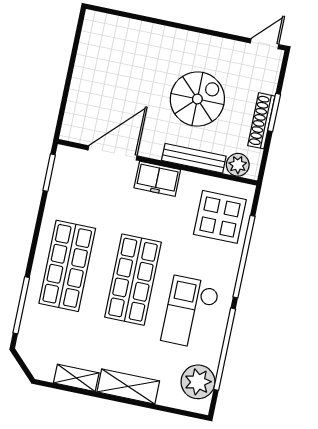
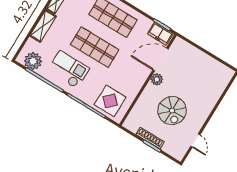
door: (264, 44) -> (195, 140), moved
door: (112, 153) -> (161, 59), swing flipped
bench: (194, 158) -> (144, 98), removed
plant: (238, 165) -> (157, 79), moved
freezer: (157, 179) -> (160, 34), moved, turned -90

